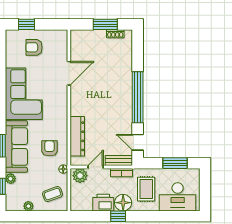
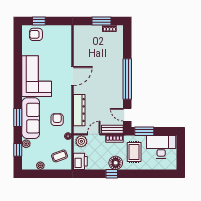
armchair: (34, 47) -> (36, 34), moved
door: (69, 73) -> (73, 76), moved
window: (175, 163) -> (144, 131), moved
desk: (178, 197) -> (161, 147), moved, turned 180
printer: (103, 203) -> (80, 161), moved, turned 90

